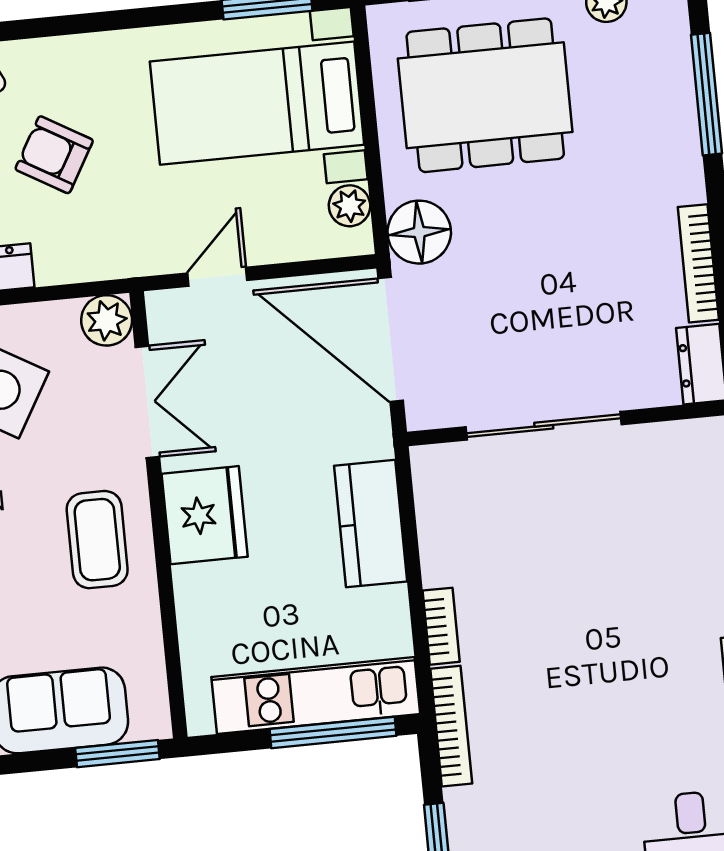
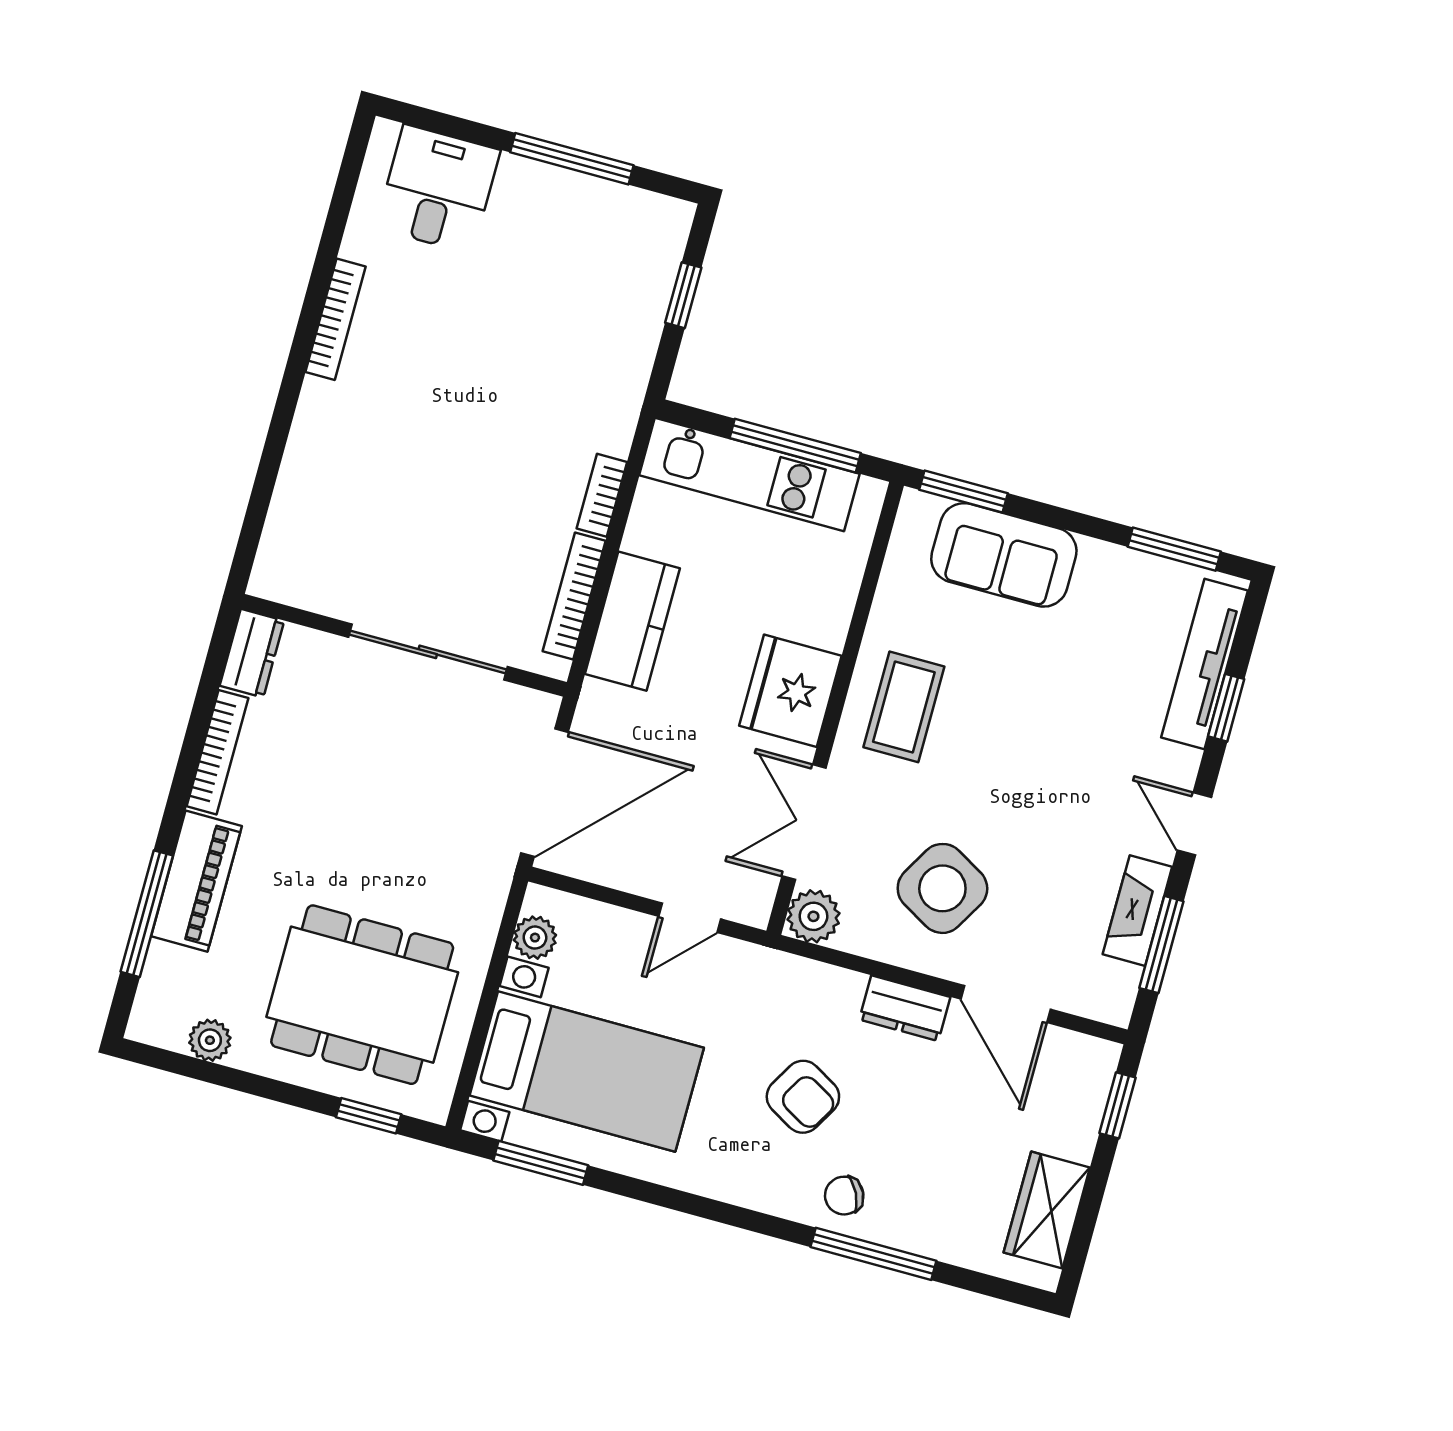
piano: (673, 140) -> (196, 881), added
floor lamp: (419, 232) -> (477, 886), removed
door: (391, 340) -> (545, 792), hinge flipped
bookcase: (451, 726) -> (574, 596), moved
window: (333, 732) -> (795, 446), moved

